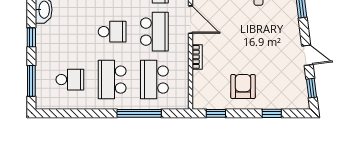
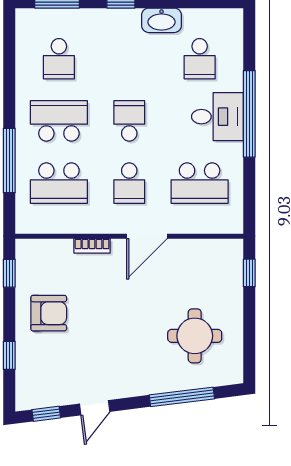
school desk: (112, 32) -> (129, 121), turned 180
school desk: (154, 32) -> (129, 183), width x0.54
school desk: (154, 80) -> (59, 183), turned 180

